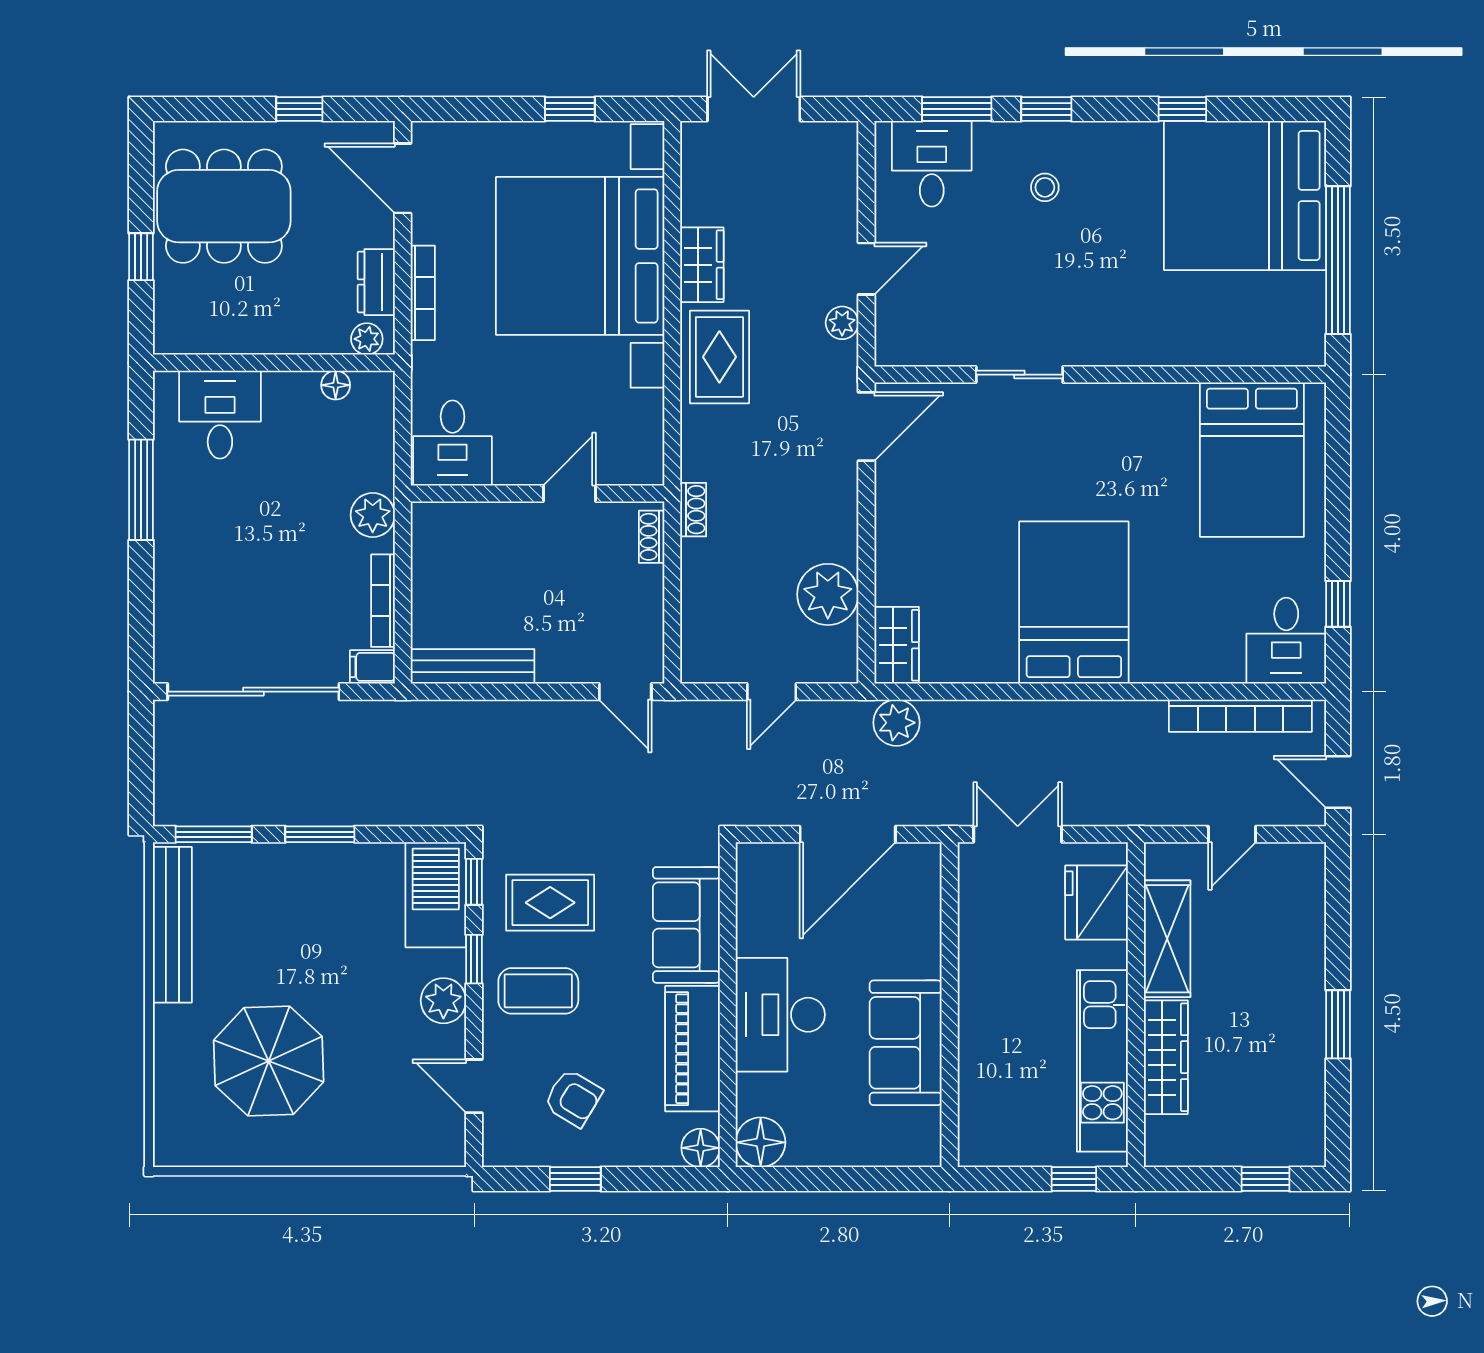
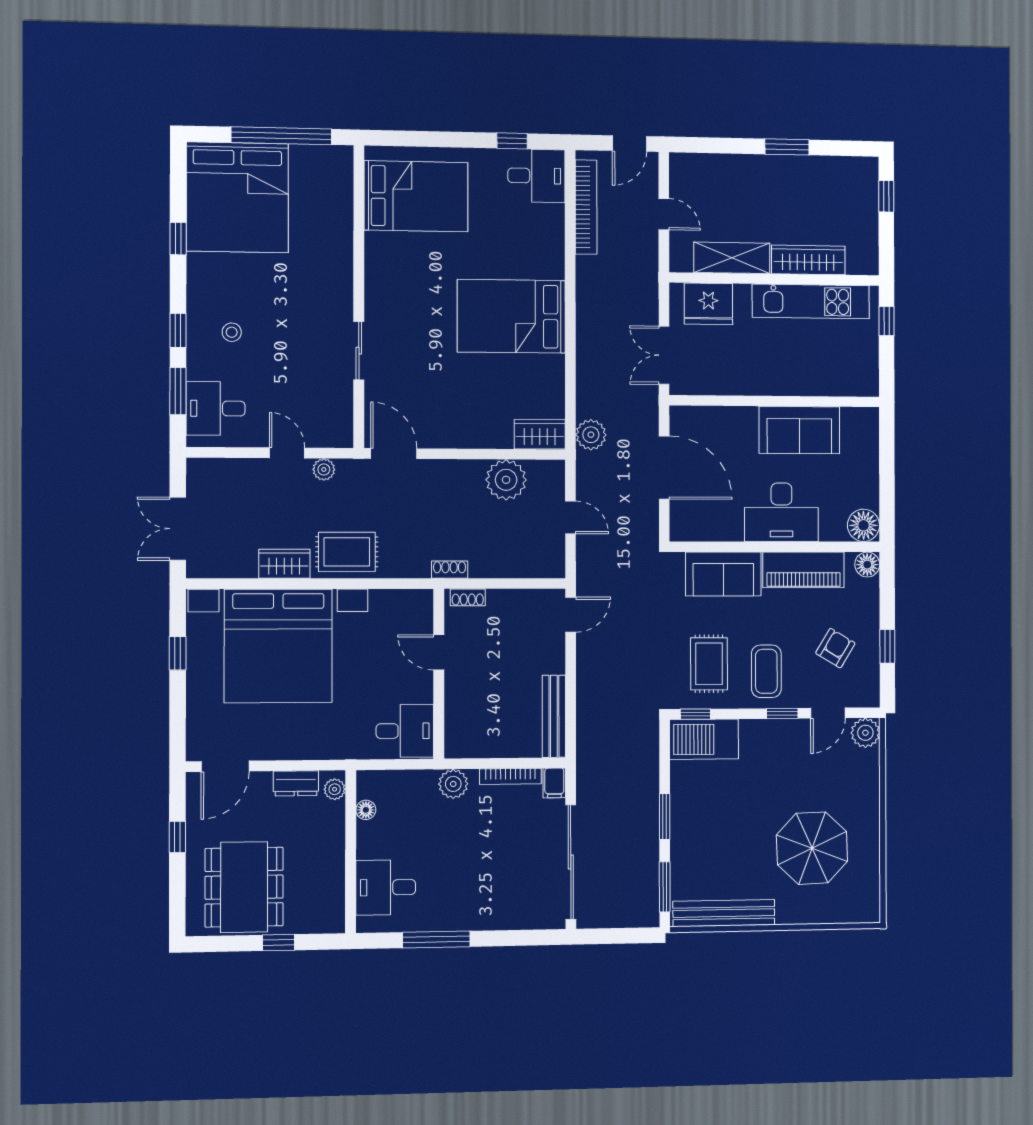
bookcase: (423, 293) -> (303, 752), removed
window: (474, 959) -> (782, 713), moved
plant: (443, 1001) -> (865, 733), moved

